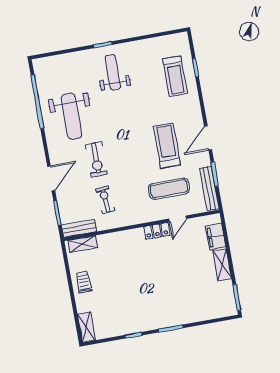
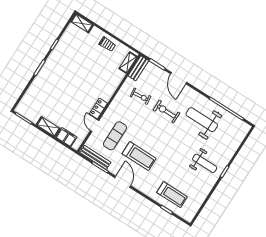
treadmill: (175, 76) -> (172, 195), turned 180

